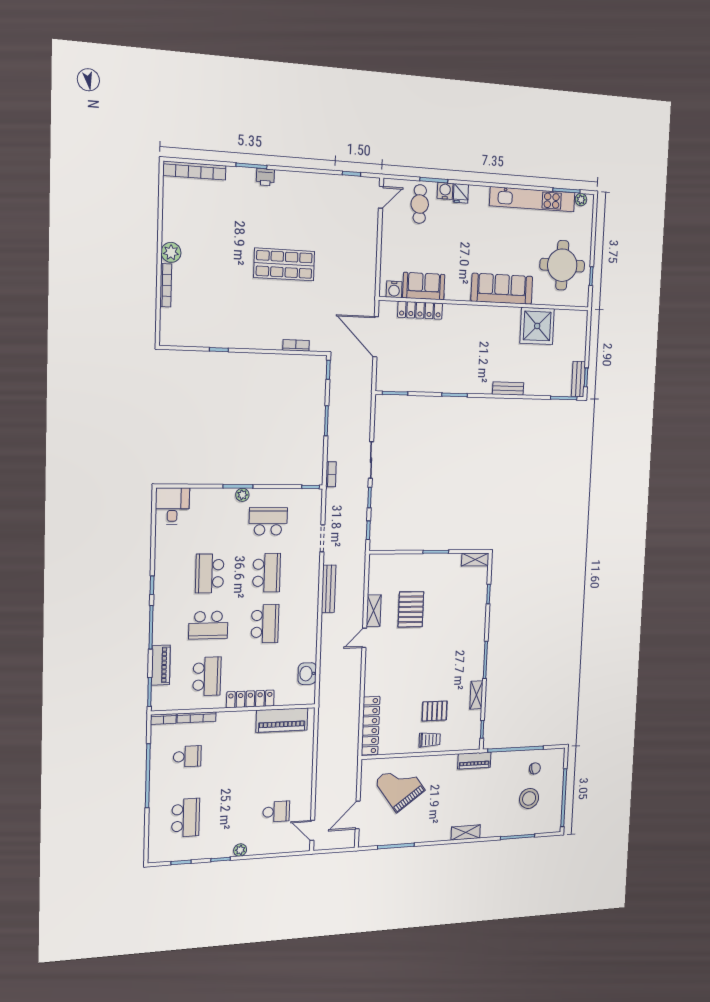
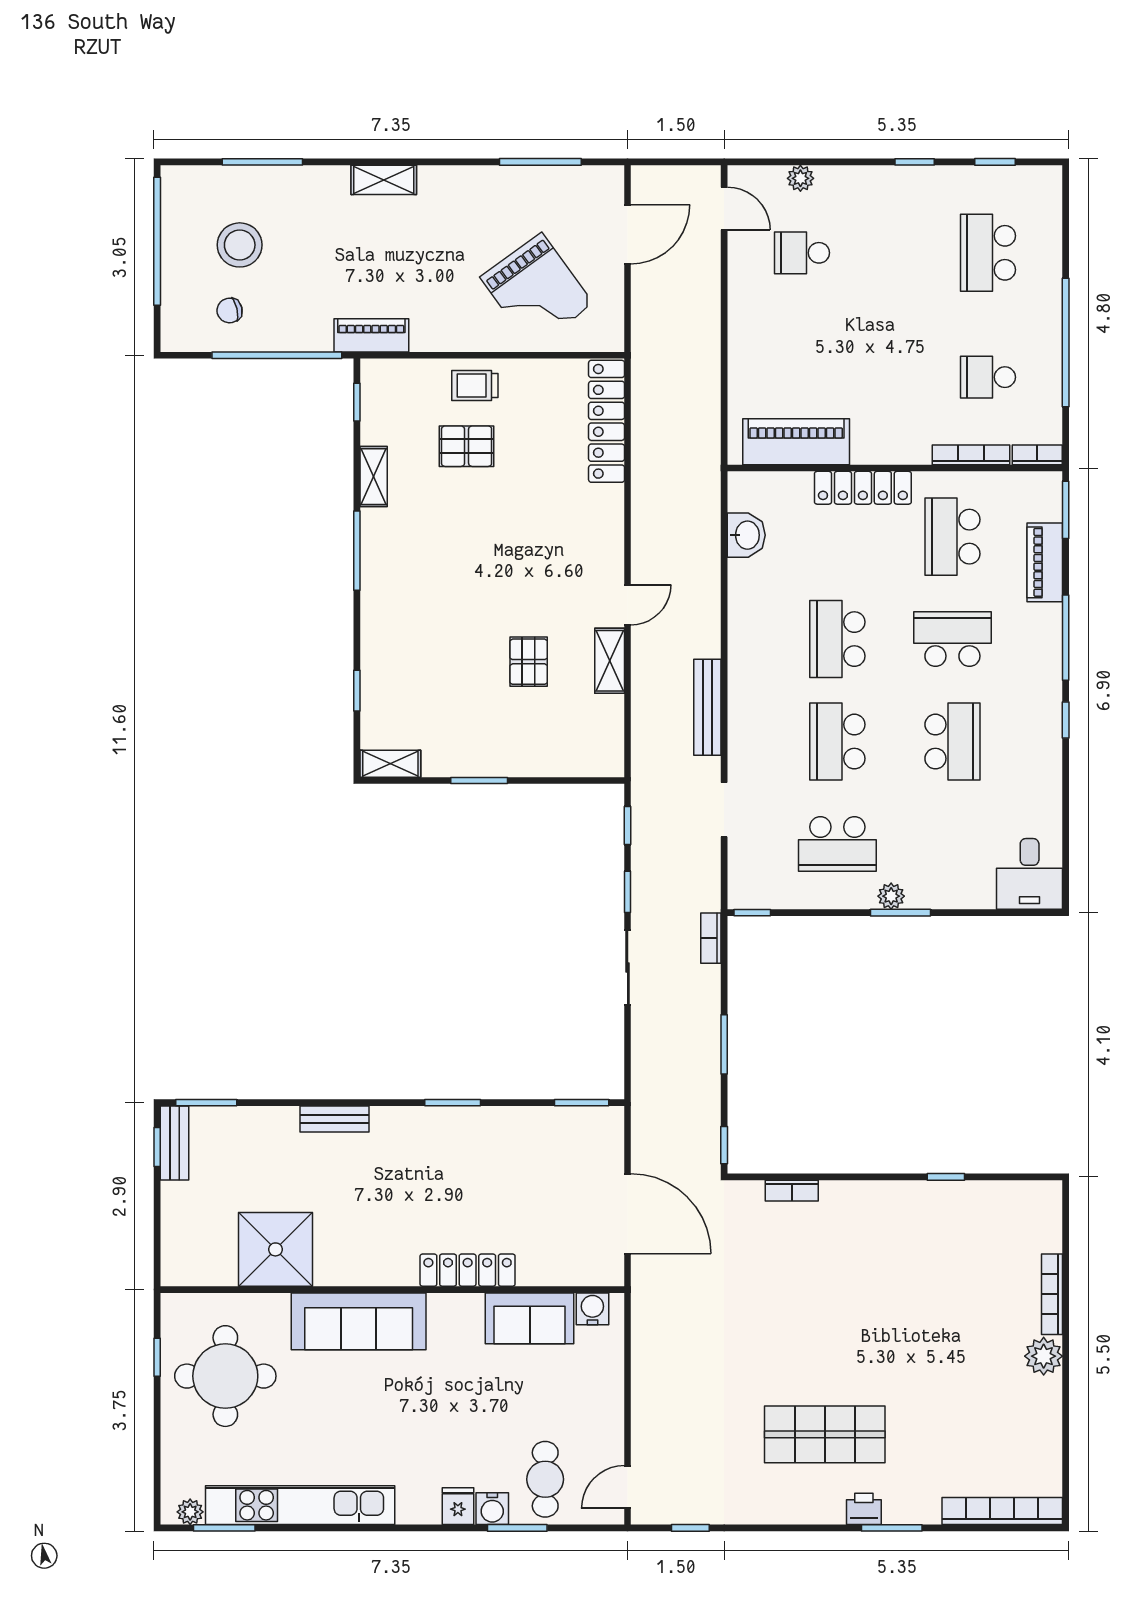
shop shelf: (284, 264) -> (825, 1434), moved
locker: (420, 310) -> (468, 1270), moved
pallet: (411, 609) -> (529, 662), width x0.67, depth x0.71
plant: (240, 850) -> (800, 178), moved

